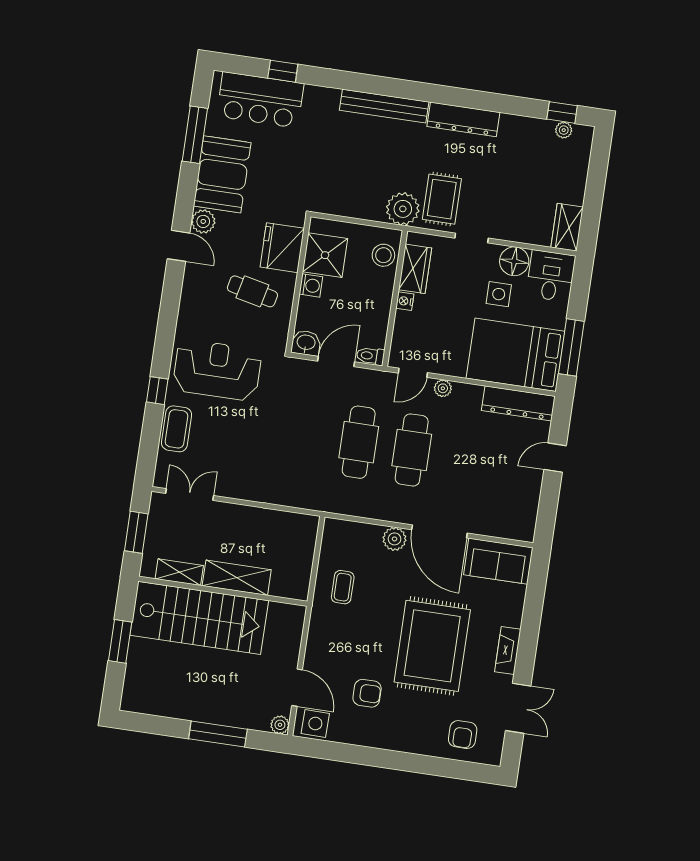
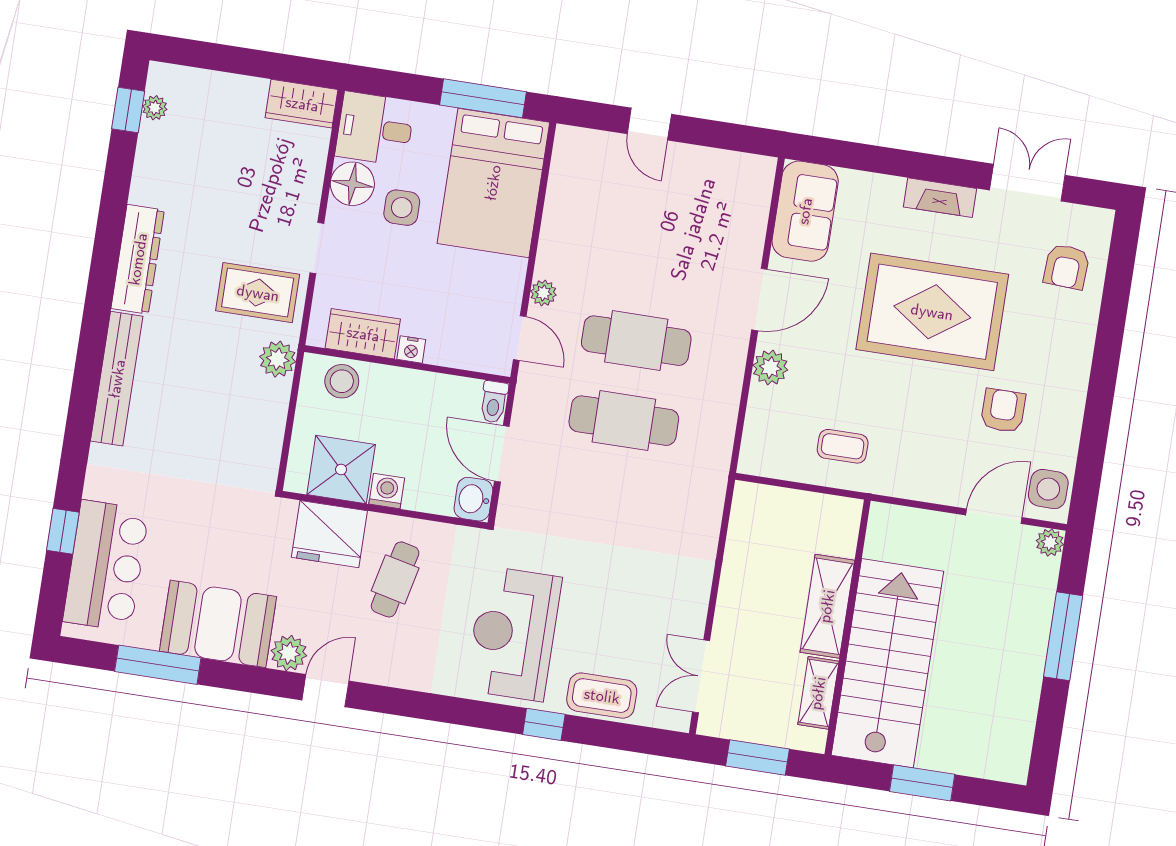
plant: (403, 209) -> (278, 359), width x0.73, depth x0.73
dresser: (518, 403) -> (567, 179), removed
door: (439, 531) -> (759, 300), width x0.73
armchair: (463, 735) -> (1066, 267), turned 93

